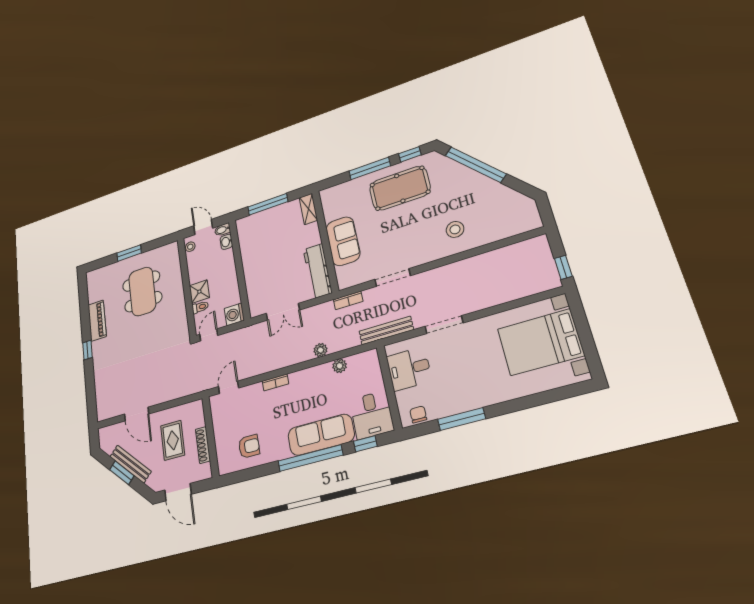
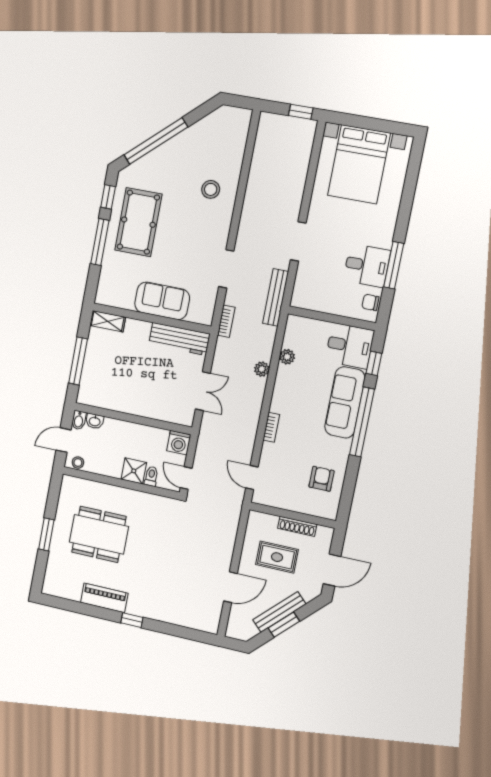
desk: (409, 369) -> (367, 265), moved, turned -90

